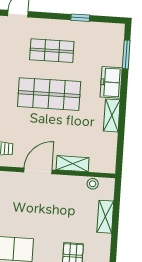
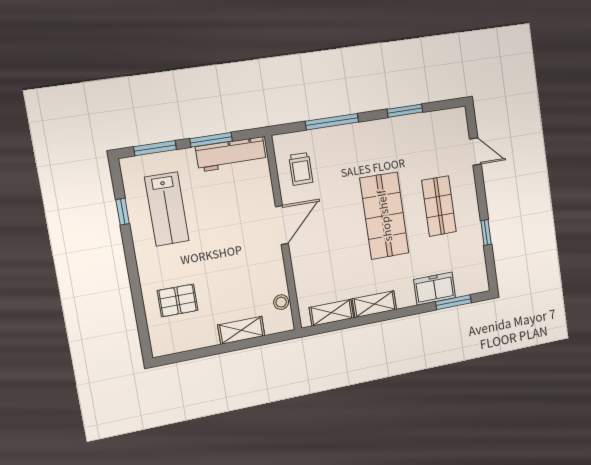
freezer: (111, 82) -> (435, 289), moved
shelving: (73, 164) -> (331, 313), moved, turned 90
door: (38, 171) -> (282, 225), hinge flipped

